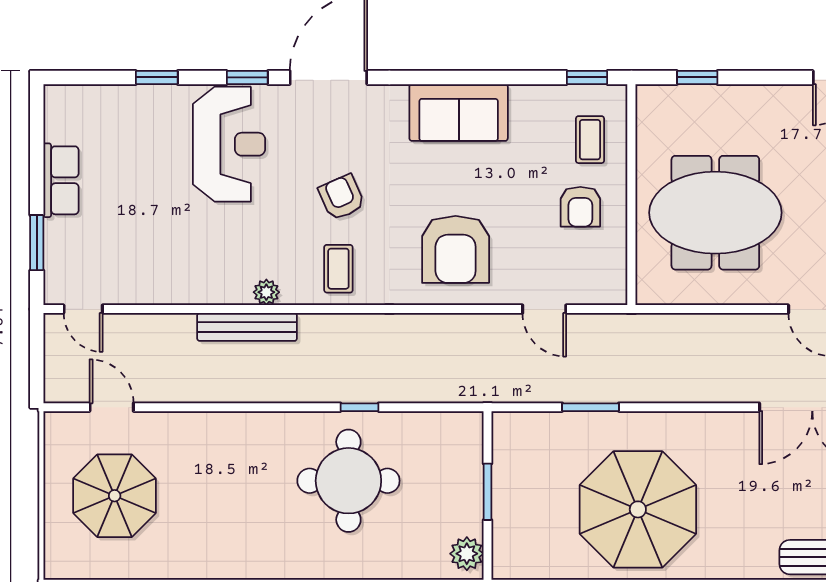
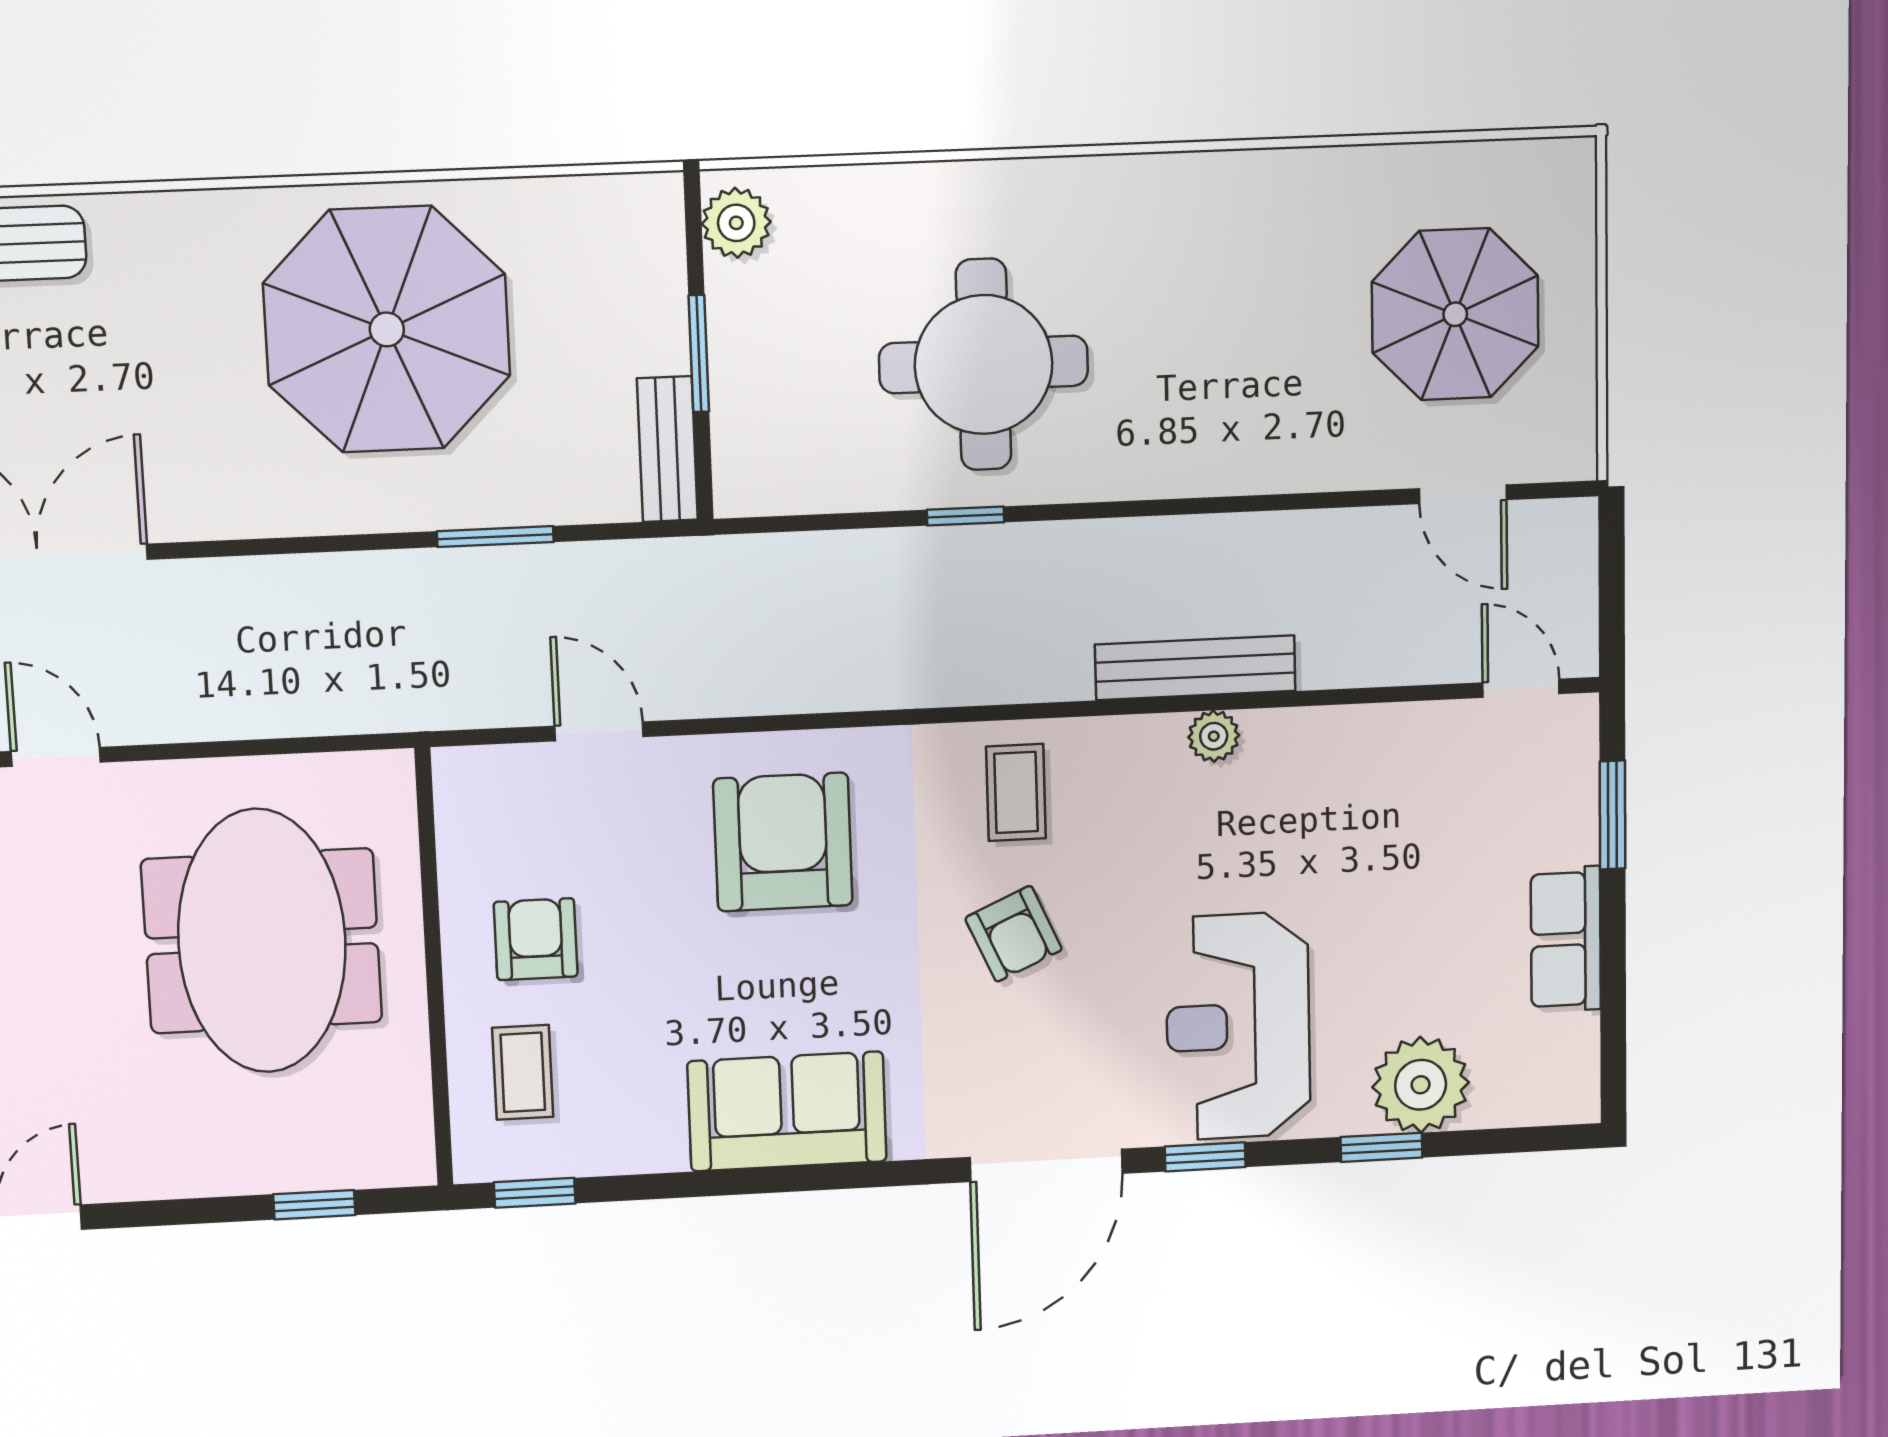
plant: (136, 109) -> (1421, 1085), added
meeting table: (715, 213) -> (262, 941), turned 90
plant: (266, 292) -> (1214, 736), moved
bench: (505, 446) -> (667, 449), added

